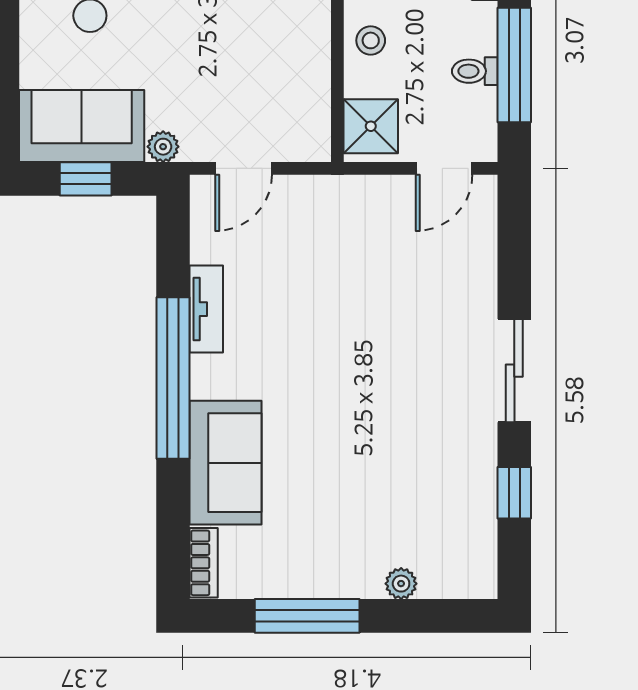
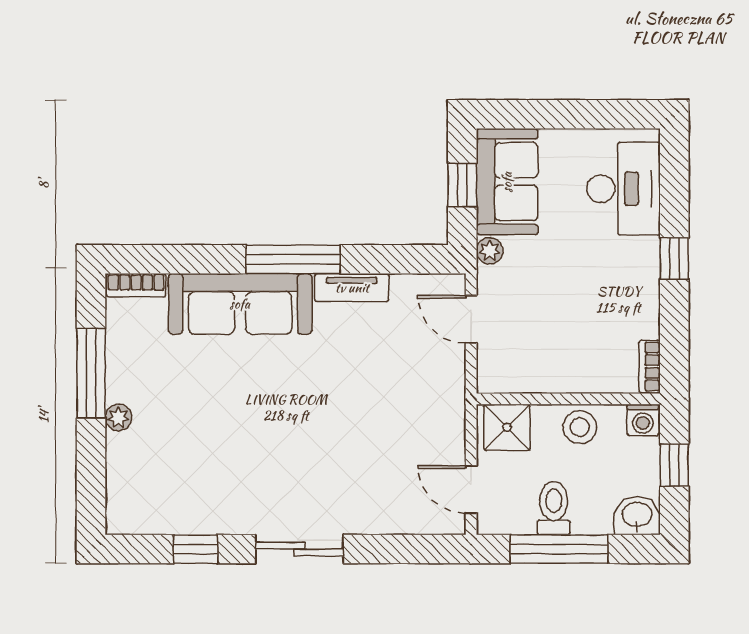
stool: (371, 40) -> (580, 427), width x1.37, depth x1.37
toilet: (475, 71) -> (554, 508), width x1.37, depth x1.39
window: (173, 378) -> (293, 259), width x0.68
sofa: (225, 463) -> (240, 304), width x1.36
plant: (401, 584) -> (118, 417), moved

